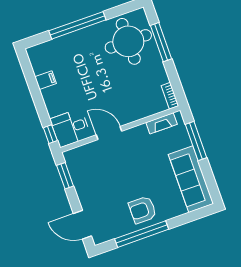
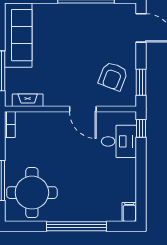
filing cabinet: (46, 80) -> (129, 212), moved, turned 90
desk: (71, 128) -> (119, 141), moved
armchair: (142, 210) -> (113, 76), moved, turned 111

